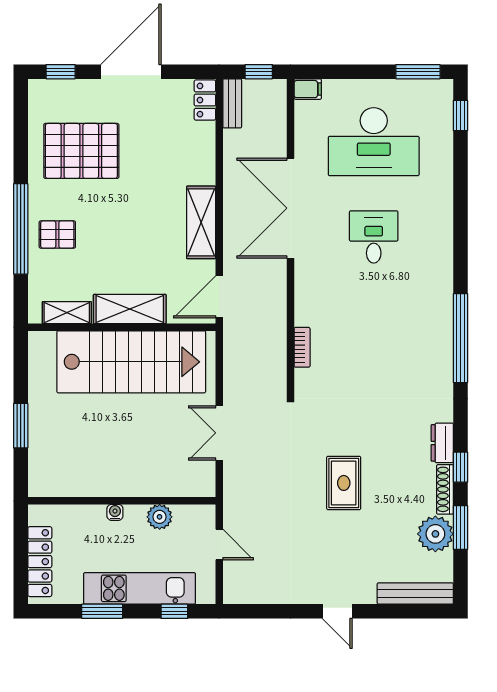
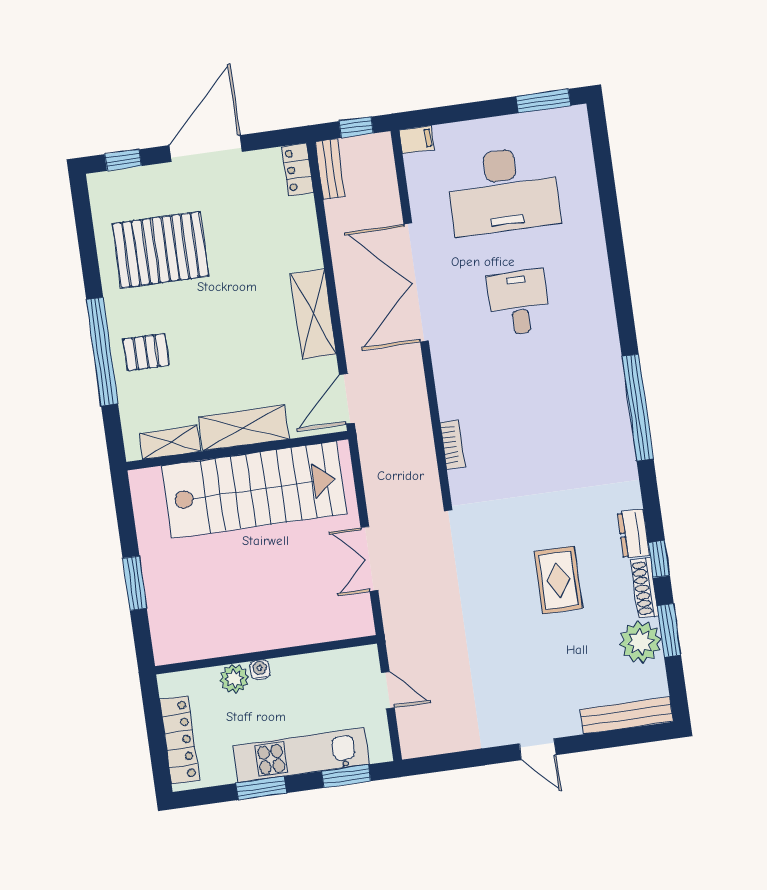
window: (460, 116) -> (601, 145), removed
rug: (344, 483) -> (558, 580), moved
plant: (160, 517) -> (234, 679), moved
window: (174, 611) -> (346, 776), width x1.50

